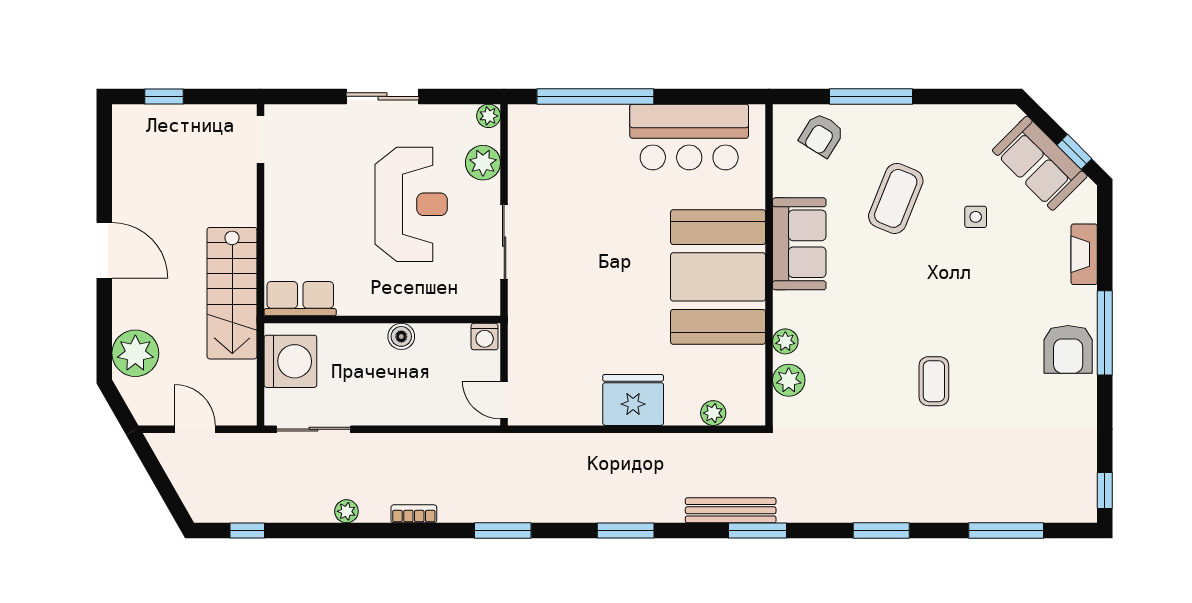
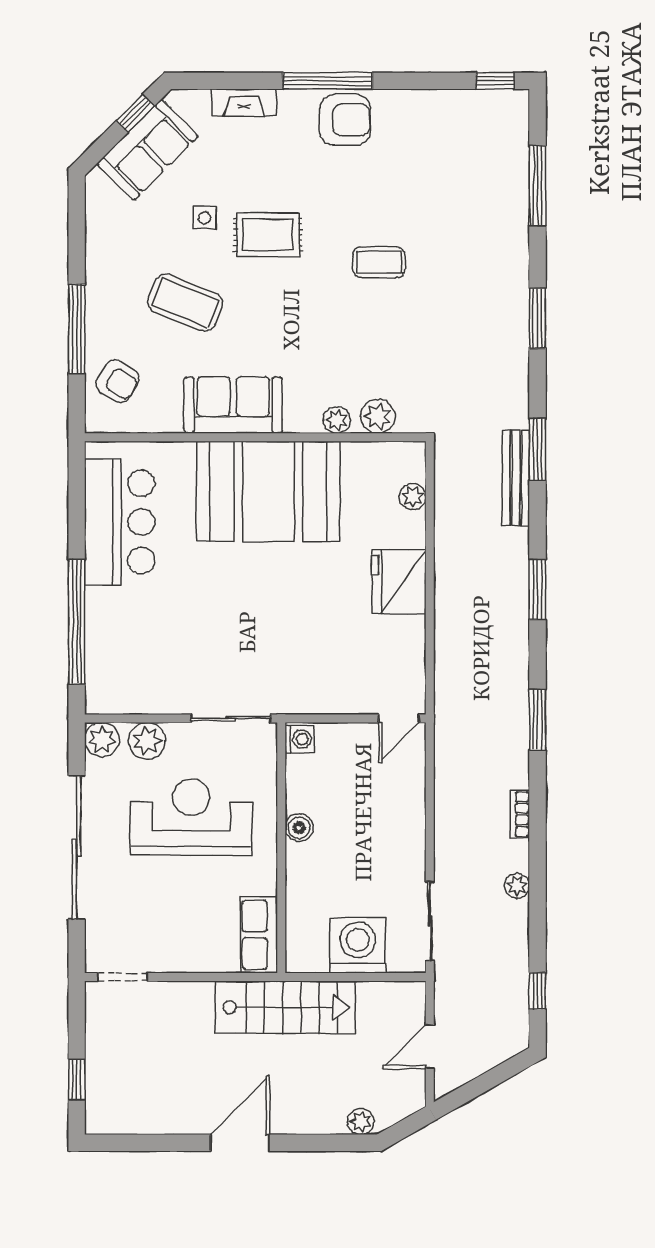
sliding door: (383, 96) -> (77, 847), width x1.86
plant: (489, 116) -> (102, 740), width x1.38, depth x1.38
rug: (960, 277) -> (268, 235), added
row of seats: (300, 299) -> (259, 935), moved
wall: (382, 320) -> (281, 848), moved
boiler: (401, 336) -> (299, 828), moved
washing machine: (485, 337) -> (299, 739), moved
plant: (135, 353) -> (361, 1122), width x0.53, depth x0.53

